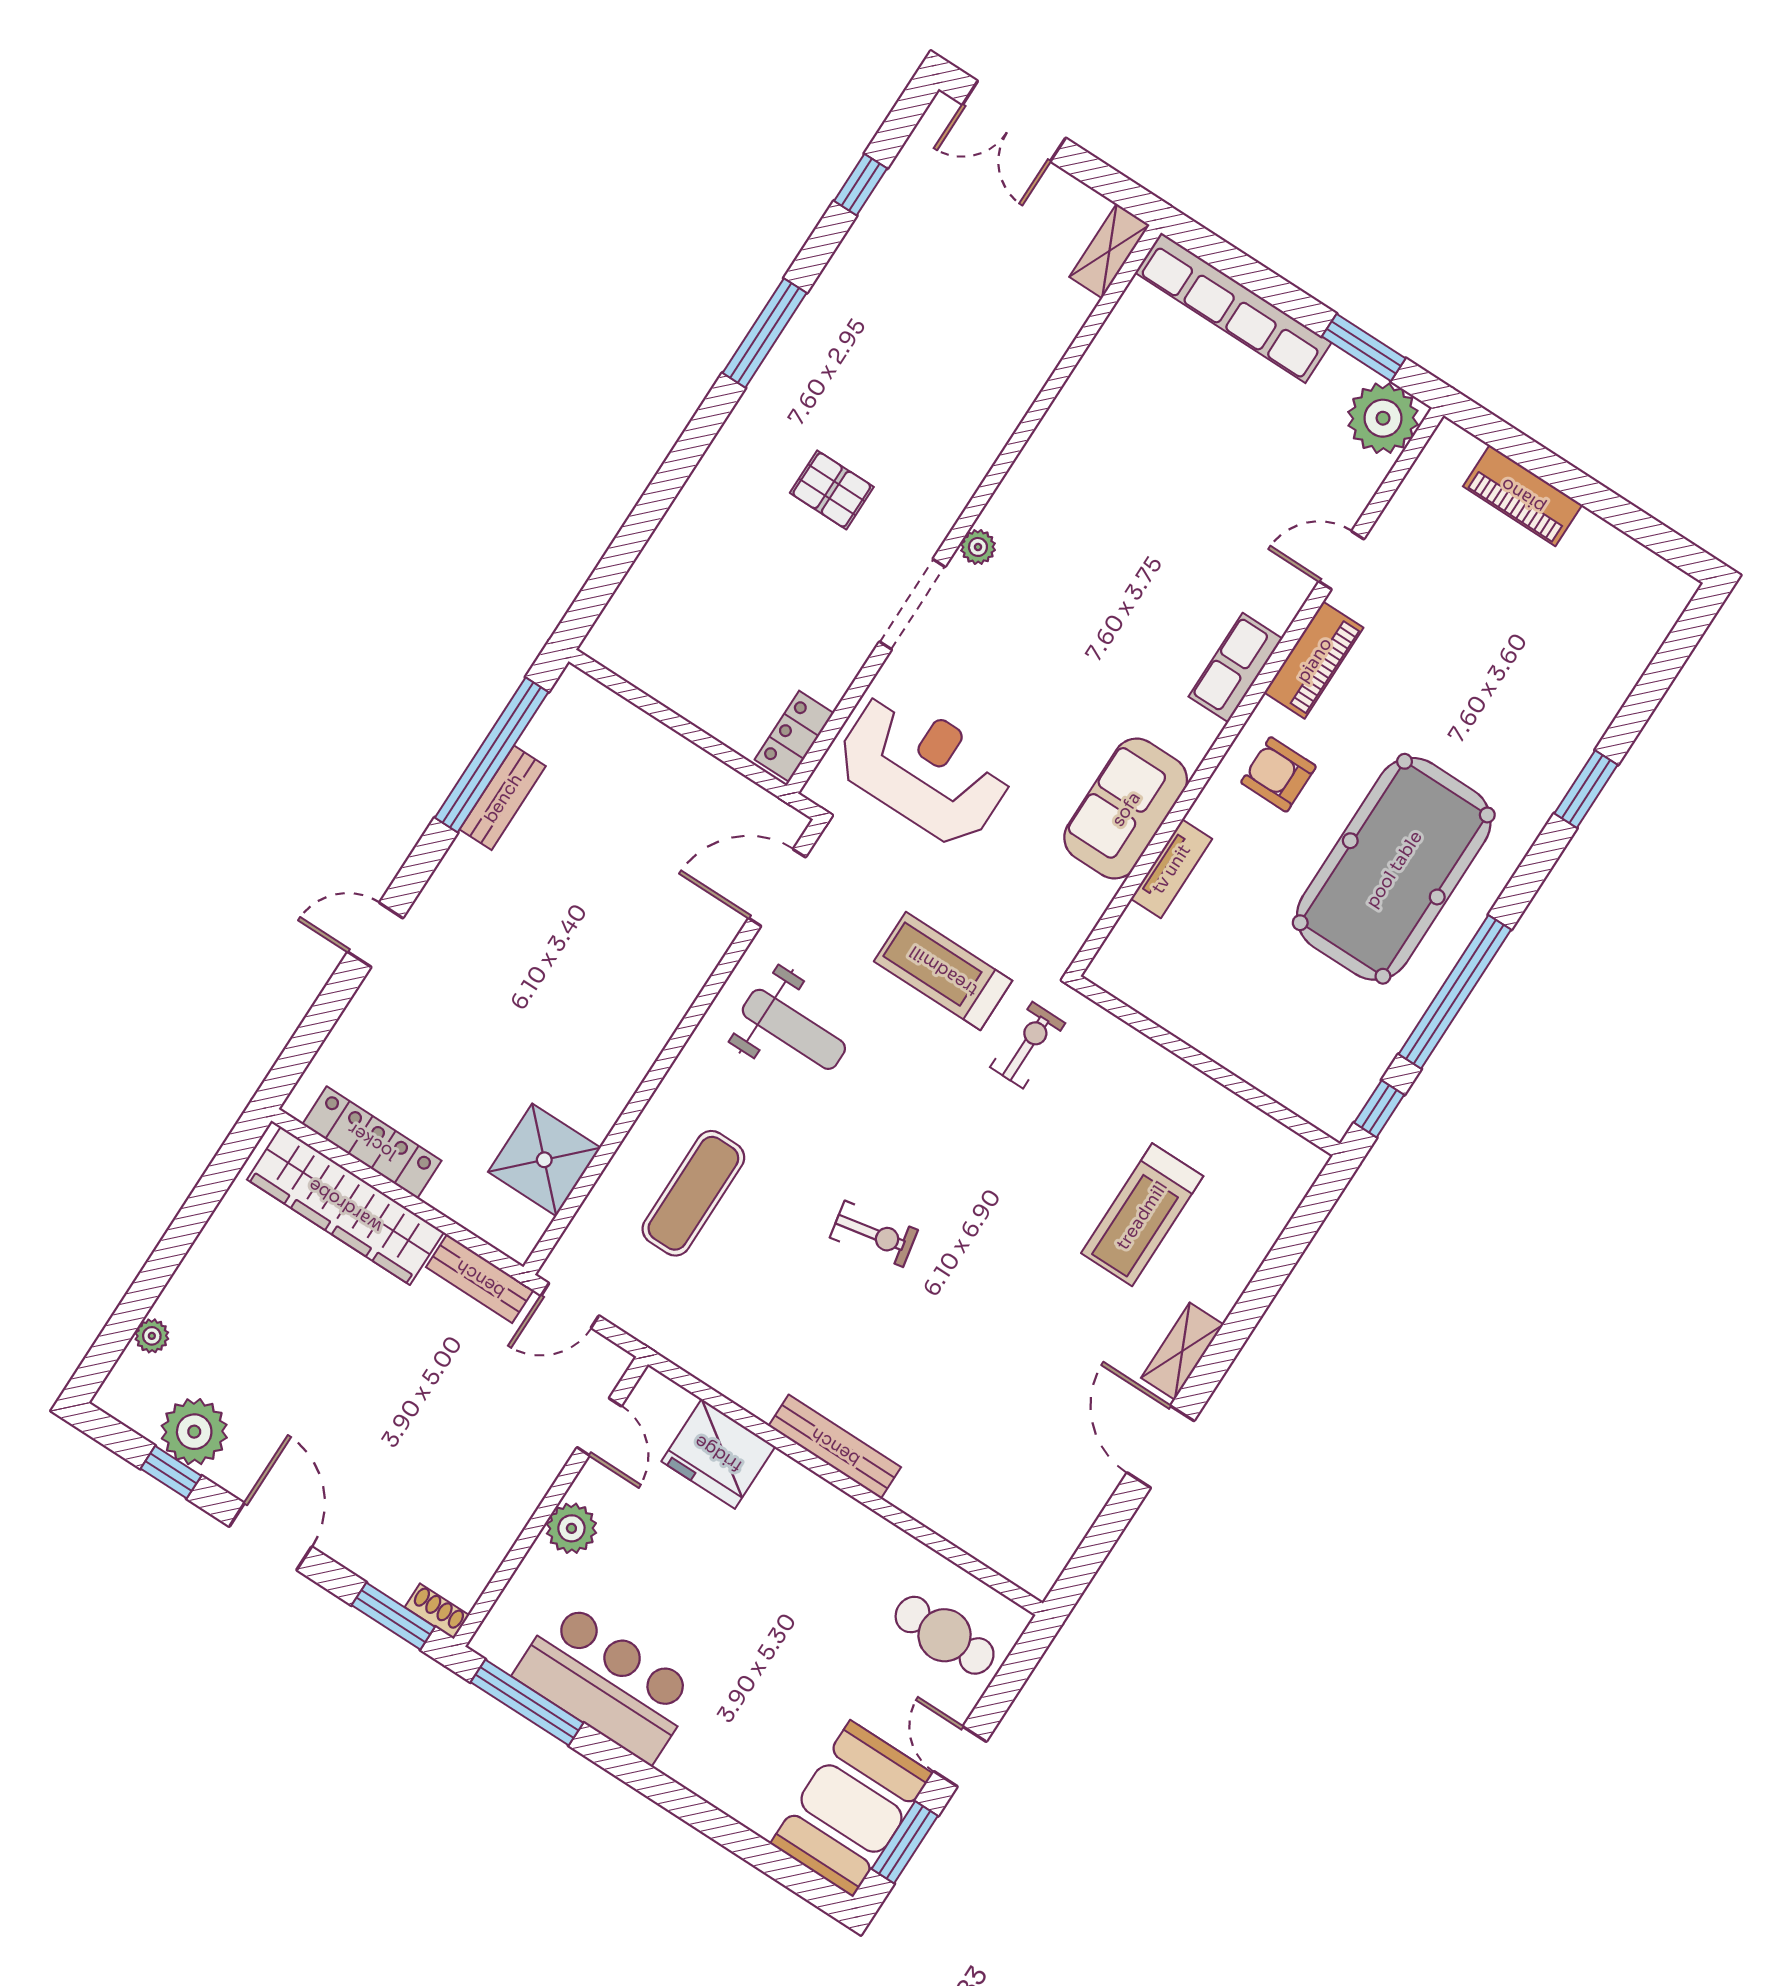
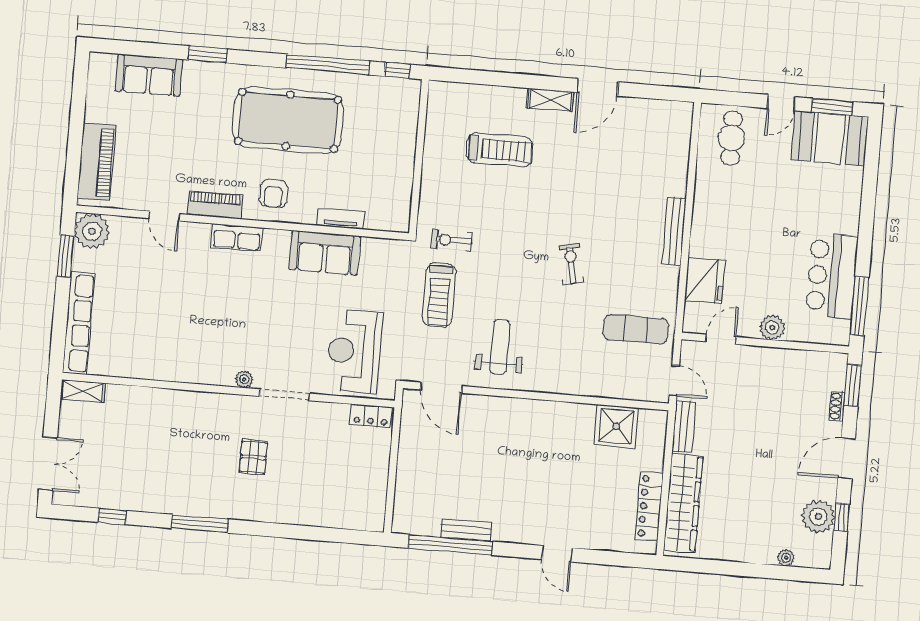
piano: (1523, 496) -> (96, 162), width x1.37, depth x1.33
sofa: (1605, 666) -> (149, 75), added
exercise mat: (693, 1193) -> (636, 329), moved
shoe rack: (437, 1611) -> (837, 406), moved

